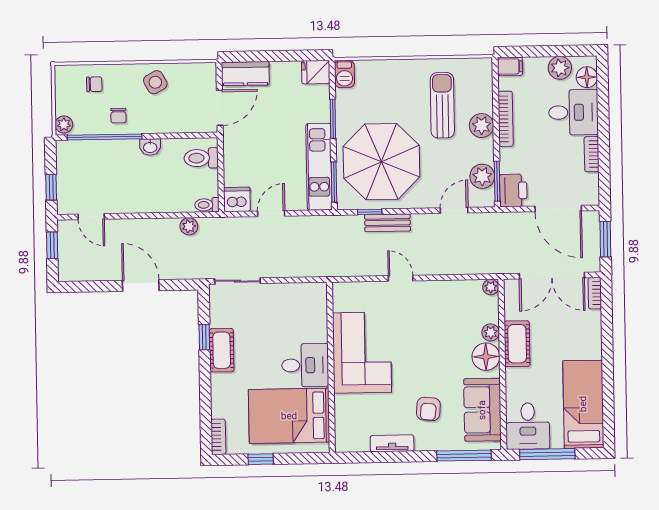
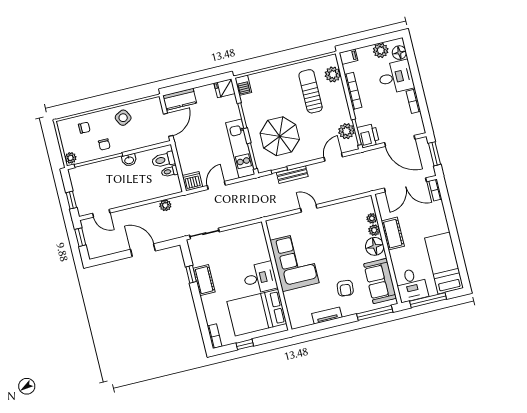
plant: (482, 126) -> (333, 74), moved
parasol: (381, 162) -> (280, 136), width x0.73, depth x0.73
toilet: (207, 205) -> (170, 171), moved
plant: (491, 287) -> (372, 218), moved

